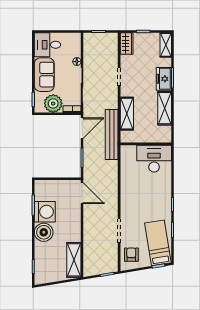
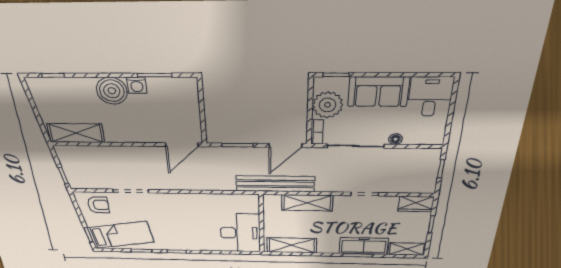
freezer: (164, 79) -> (364, 246), width x1.40
shelving: (165, 108) -> (292, 245), moved
door: (82, 128) -> (285, 145), hinge flipped
washing machine: (45, 212) -> (137, 85), width x0.53, depth x0.53

